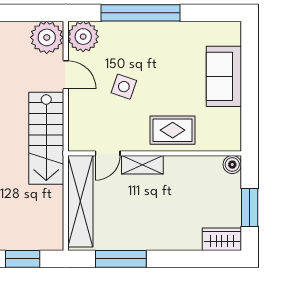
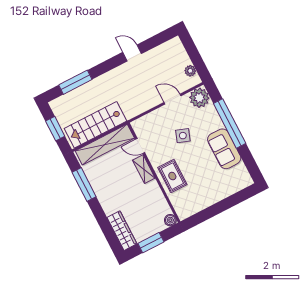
plant: (47, 37) -> (190, 71), width x0.53, depth x0.53
door: (66, 75) -> (172, 99), swing flipped
sofa: (224, 76) -> (224, 149), moved, turned -90
stairs: (46, 138) -> (96, 125), moved
wardrobe: (222, 239) -> (122, 231), width x1.50

